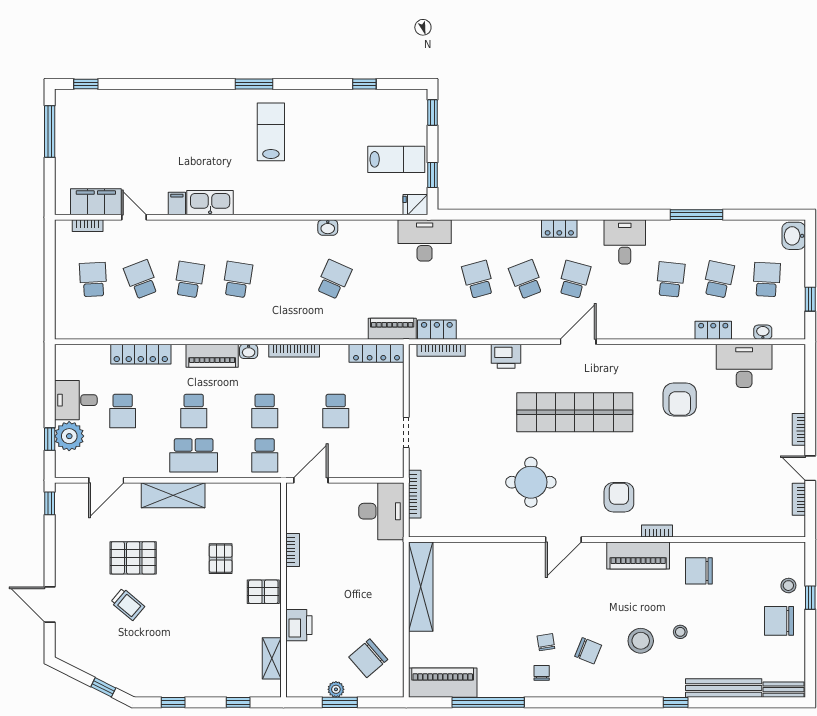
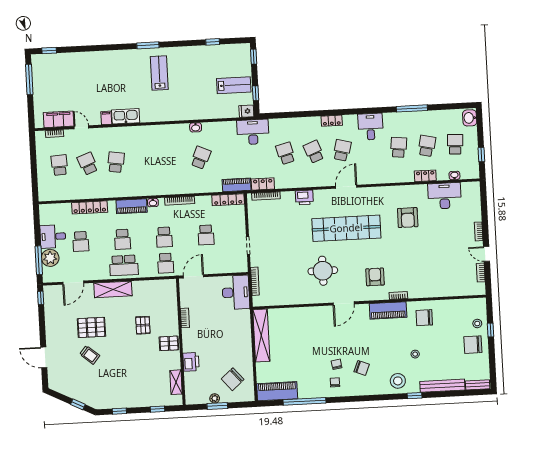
school desk: (237, 279) -> (144, 161), removed
window: (50, 439) -> (39, 260), width x2.17
stool: (641, 641) -> (398, 381), moved

